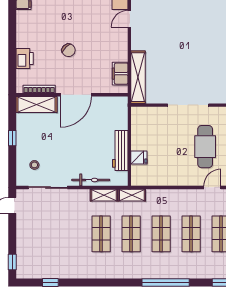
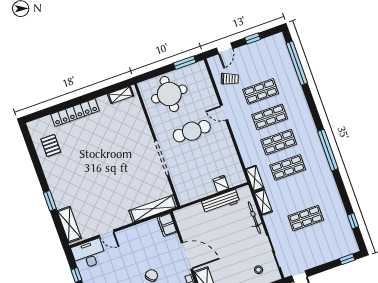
filing cabinet: (120, 74) -> (167, 225), moved, turned 90
shop shelf: (101, 234) -> (306, 218), moved
window: (166, 283) -> (328, 150), moved

